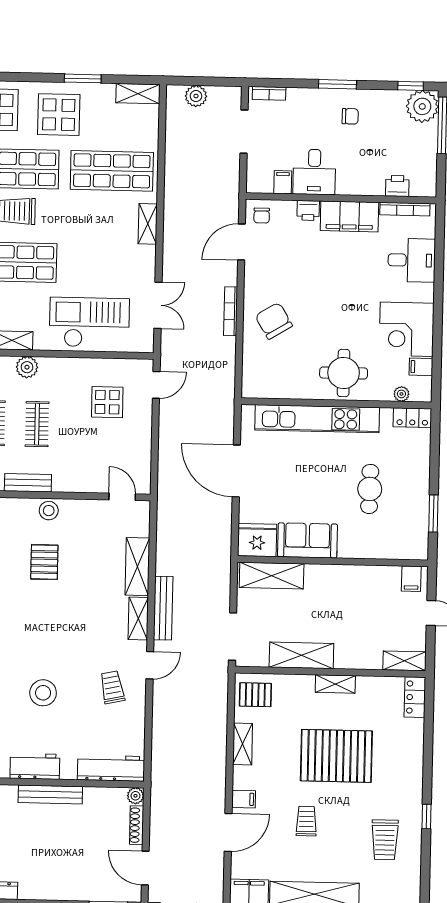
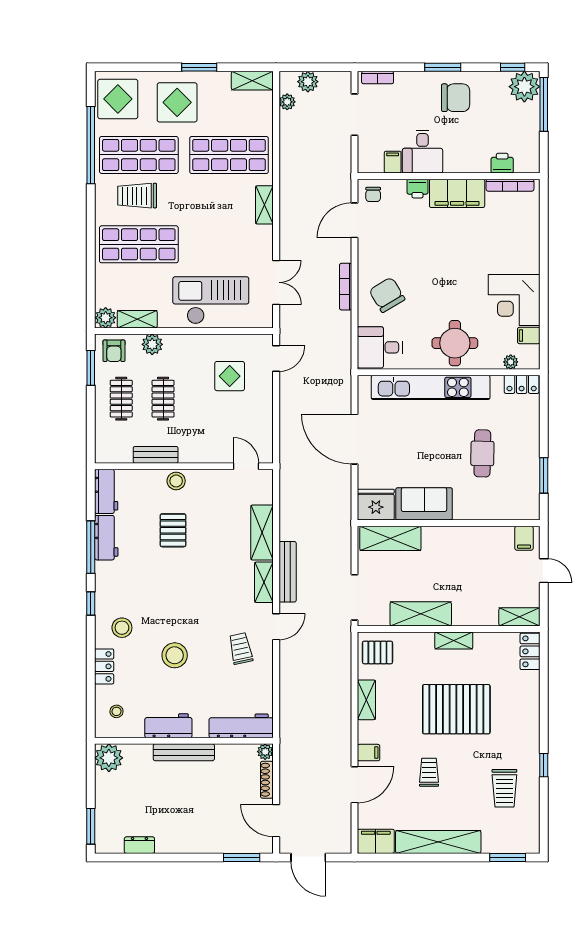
chair: (350, 116) -> (456, 98), width x1.87, depth x1.87
plant: (174, 117) -> (287, 102), added
desk: (412, 260) -> (380, 347), moved, turned 180

